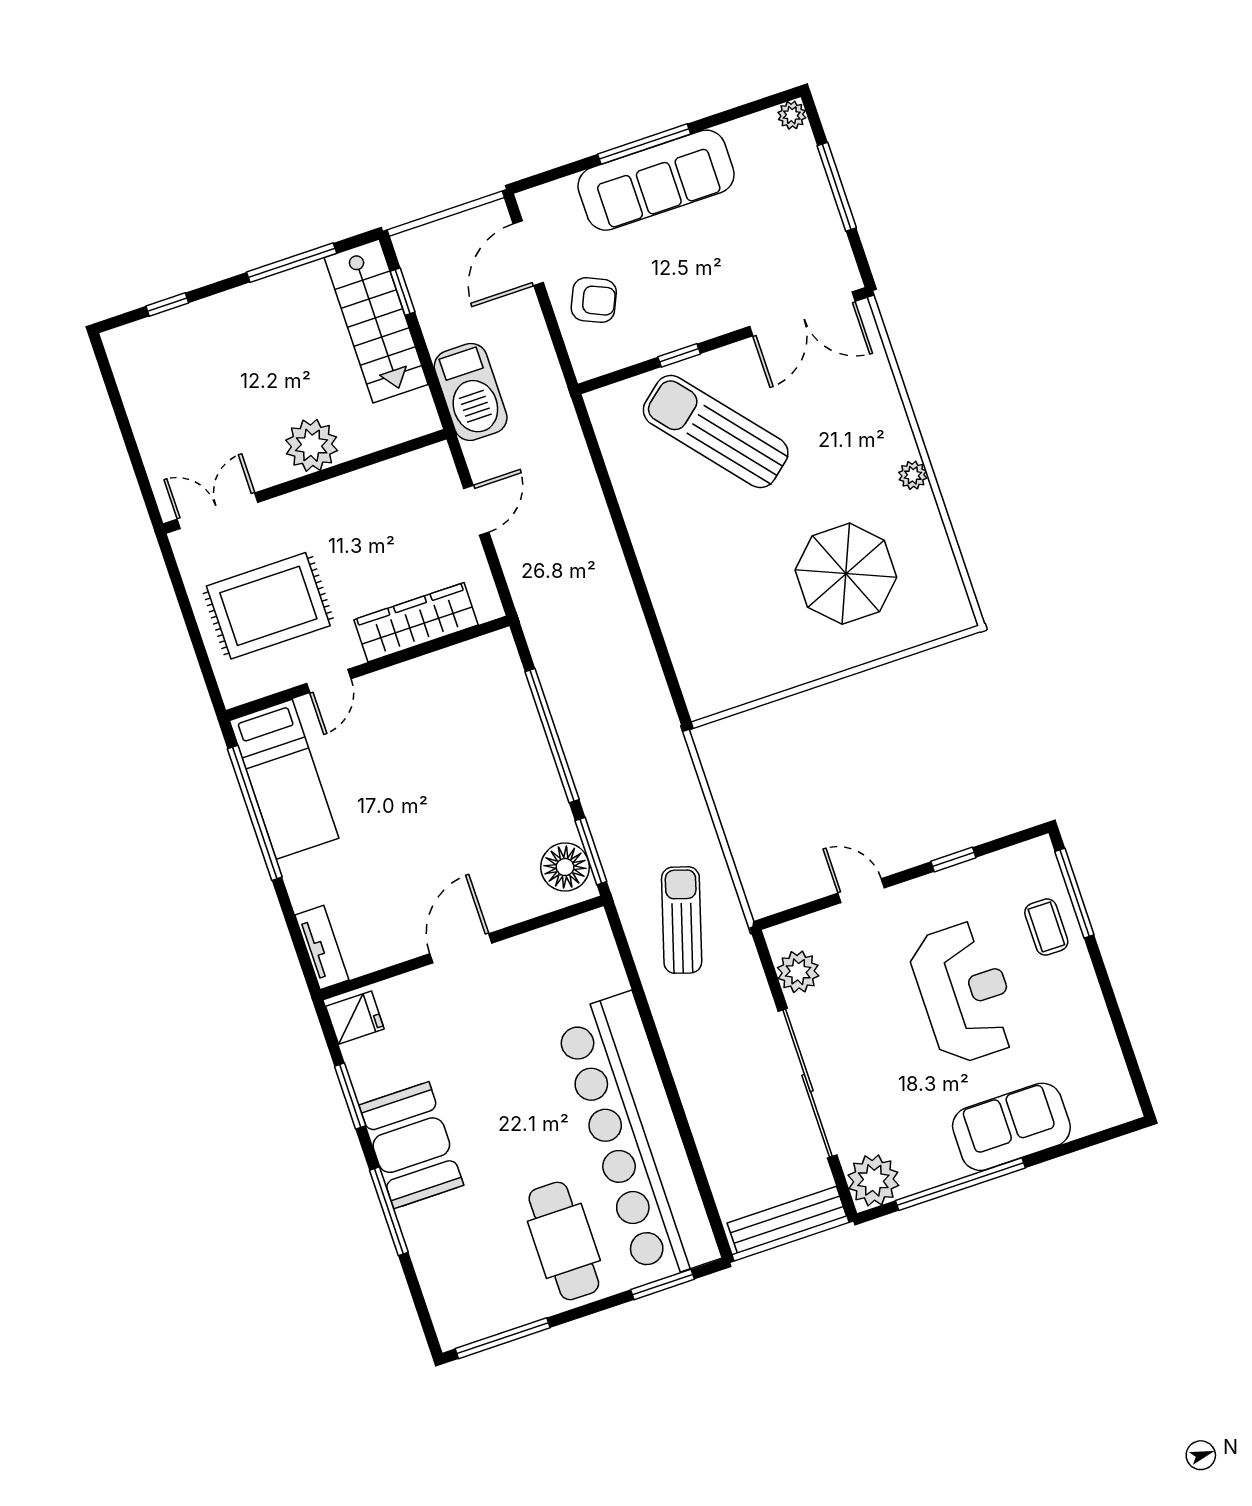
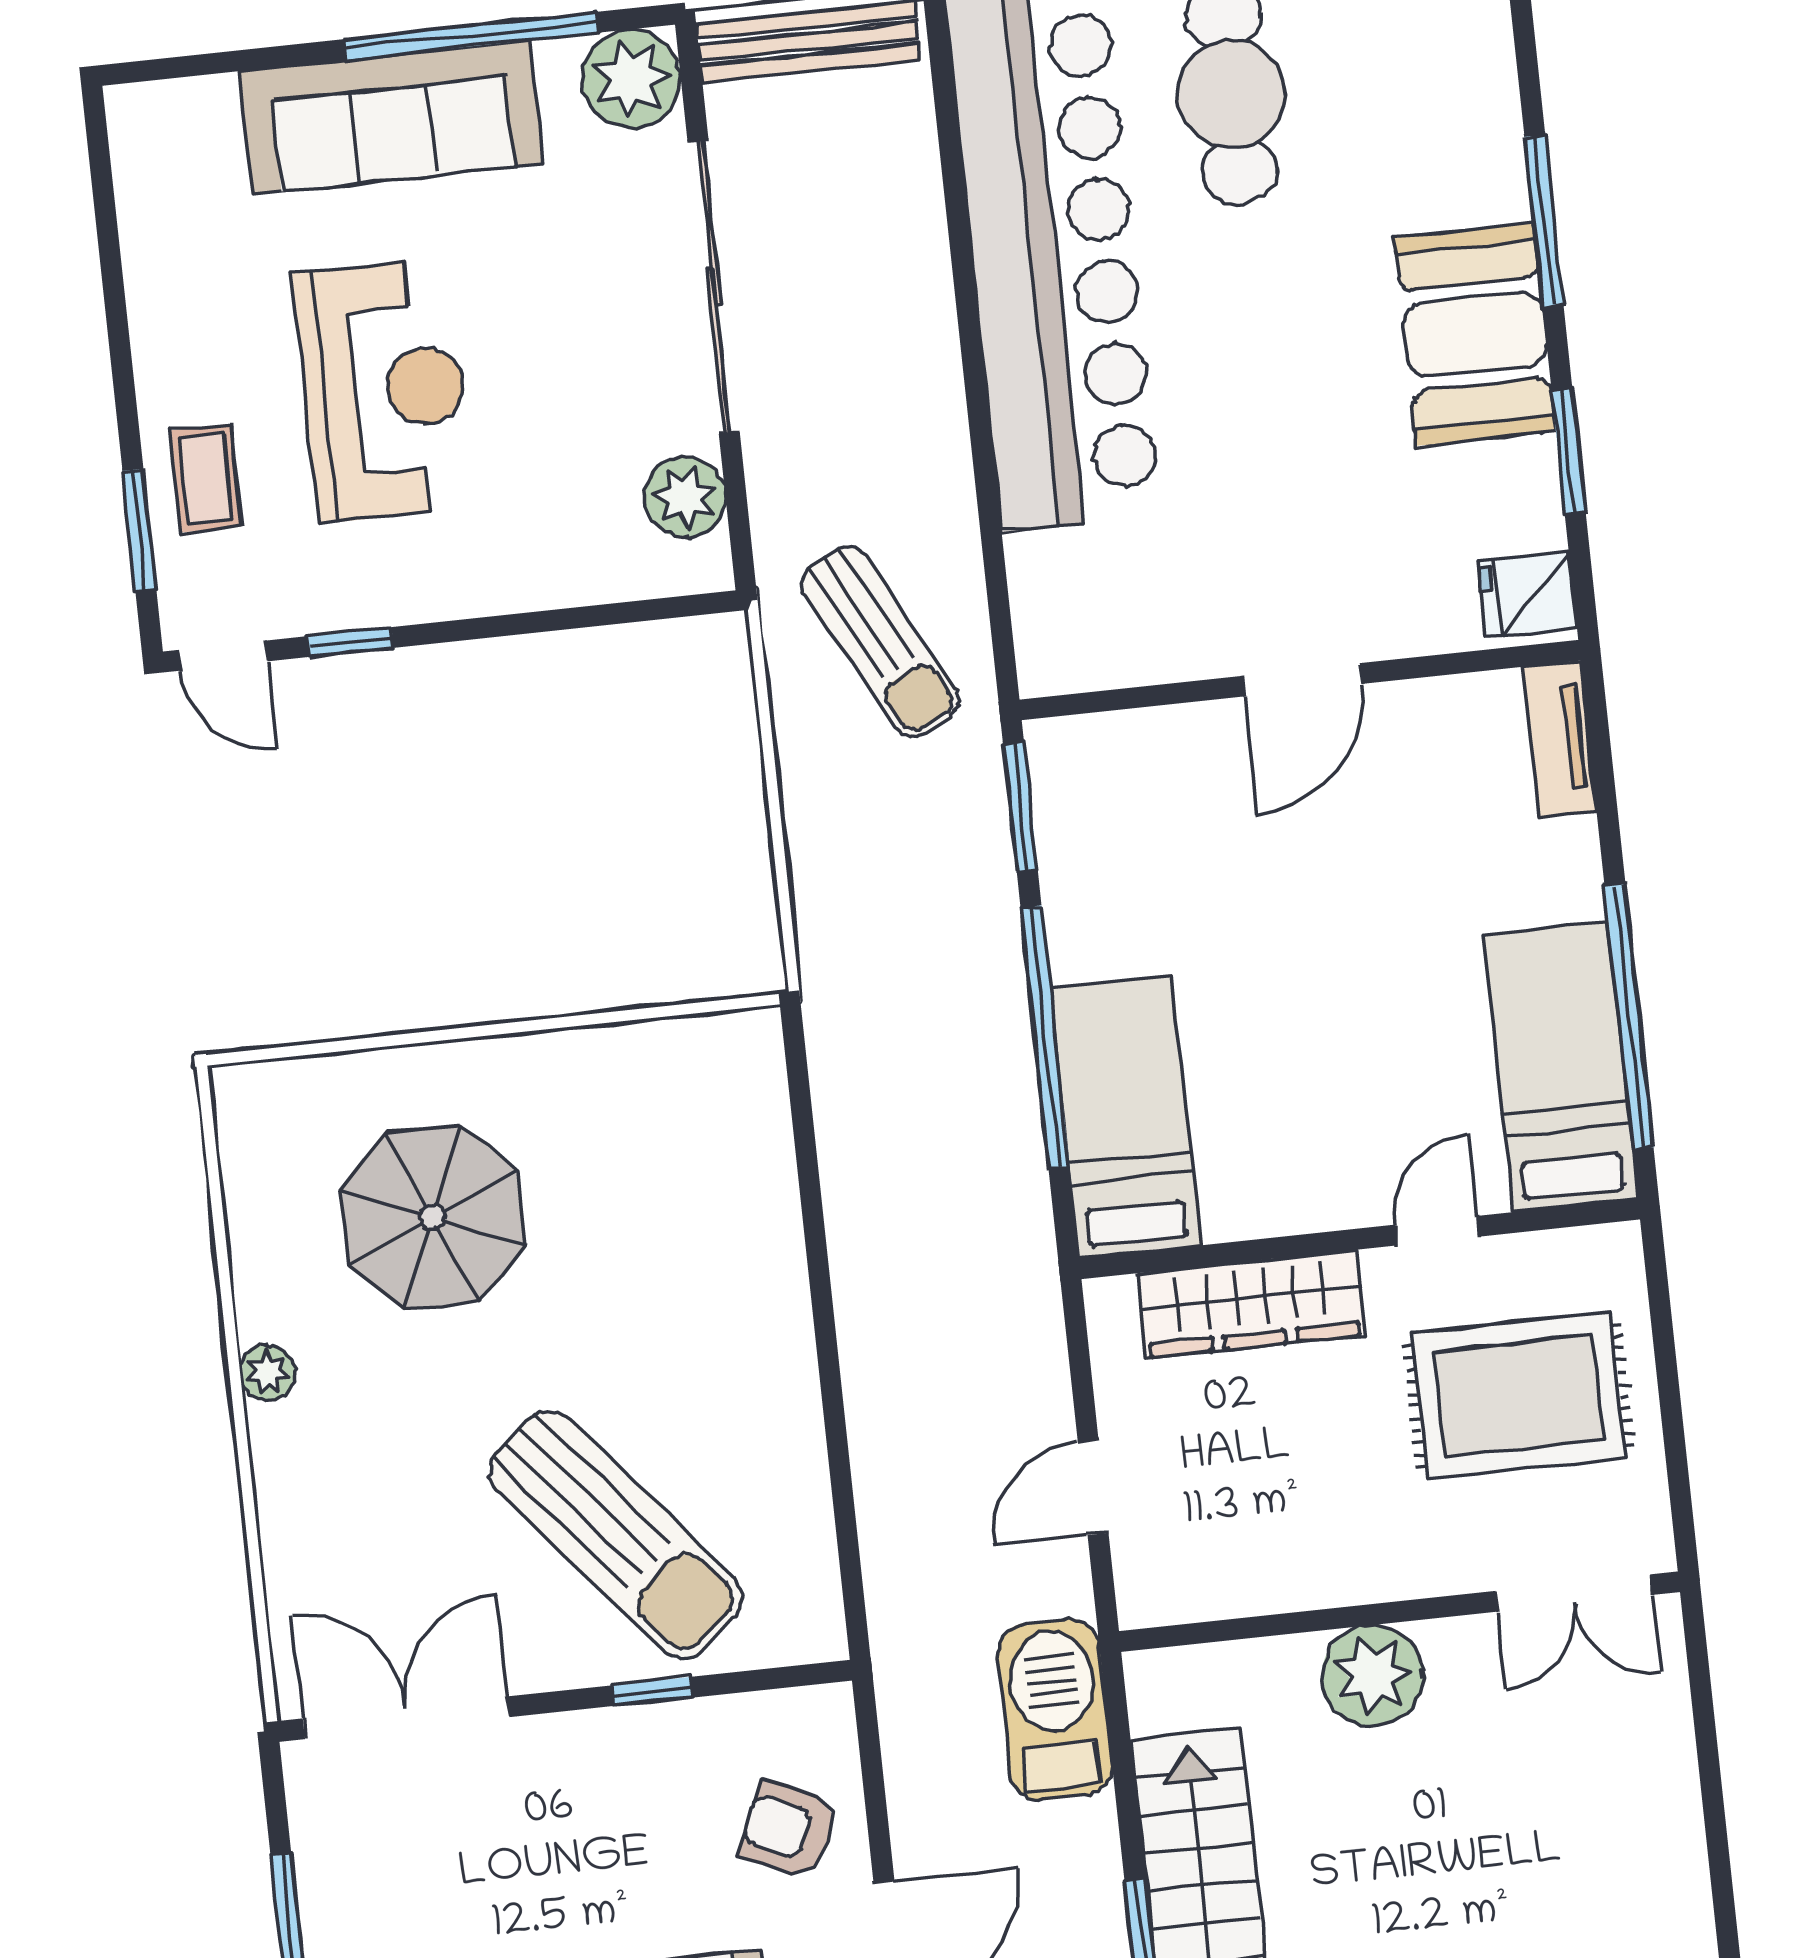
bed: (502, 704) -> (1126, 1116), added
floor lamp: (565, 867) -> (1075, 788), removed
door: (861, 891) -> (223, 656), moved
window: (1074, 893) -> (139, 530), width x0.69
sun lounger: (682, 920) -> (880, 641), turned -45
reception desk: (965, 992) -> (384, 390), turned 180
sofa: (1011, 1127) -> (391, 117), width x1.36

